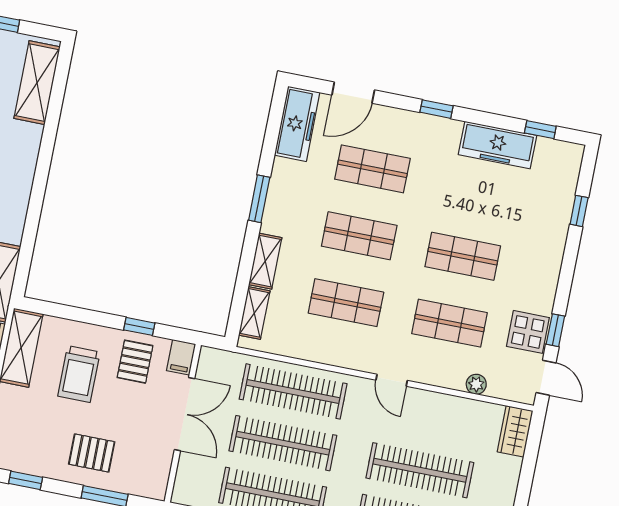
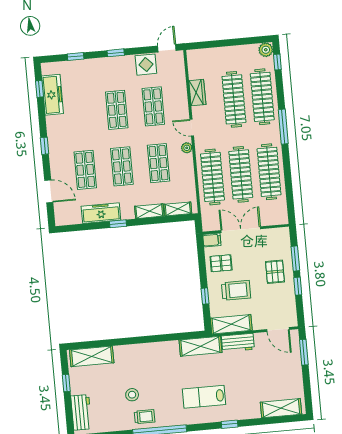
freezer: (297, 124) -> (101, 213), moved
freezer: (497, 145) -> (53, 95), moved
window: (259, 199) -> (118, 224), width x0.67
window: (139, 326) -> (205, 296), moved
window: (555, 330) -> (116, 53), moved
door: (392, 380) -> (192, 128), swing flipped
plant: (476, 384) -> (187, 148), moved
wardrobe: (515, 431) -> (197, 93), moved, turned -90
window: (26, 480) -> (298, 286), moved

